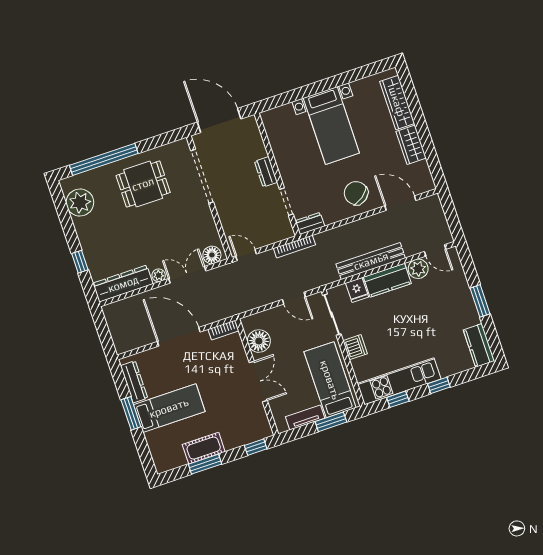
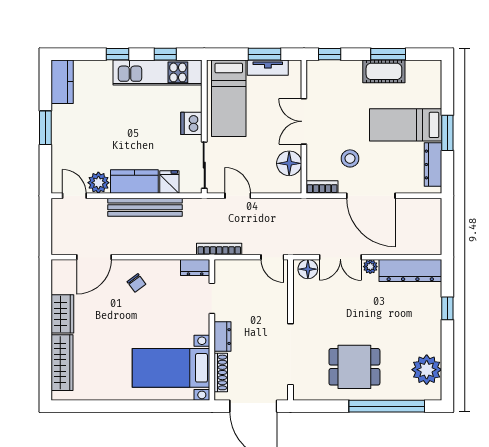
bed with nightstands: (331, 125) -> (171, 368), moved, turned -90
shoe rack: (257, 140) -> (221, 372), added
chair: (356, 193) -> (136, 283), width x0.54, depth x0.54
door: (400, 203) -> (94, 257), hinge flipped
stool: (208, 363) -> (350, 158), added
window: (331, 422) -> (265, 54), moved

